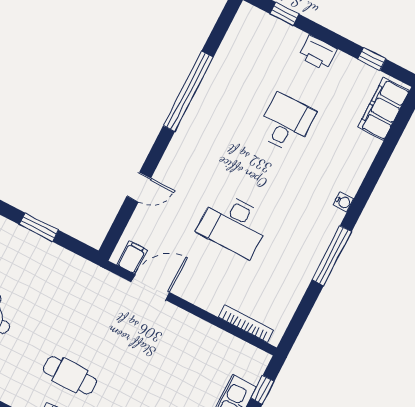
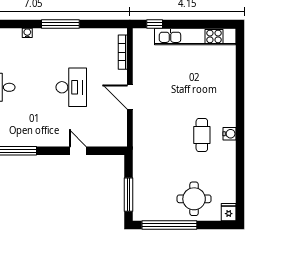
window: (39, 227) -> (129, 195), width x1.44
filing cabinet: (132, 257) -> (119, 134), removed
door: (150, 287) -> (130, 97), moved

